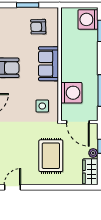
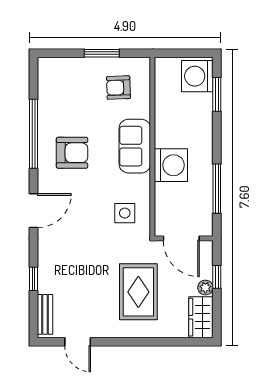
washing machine: (71, 93) -> (171, 165), moved
door: (12, 187) -> (78, 342), swing flipped

